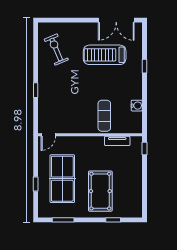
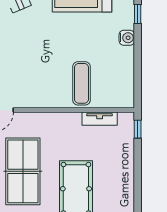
water cooler: (137, 106) -> (127, 38), moved

